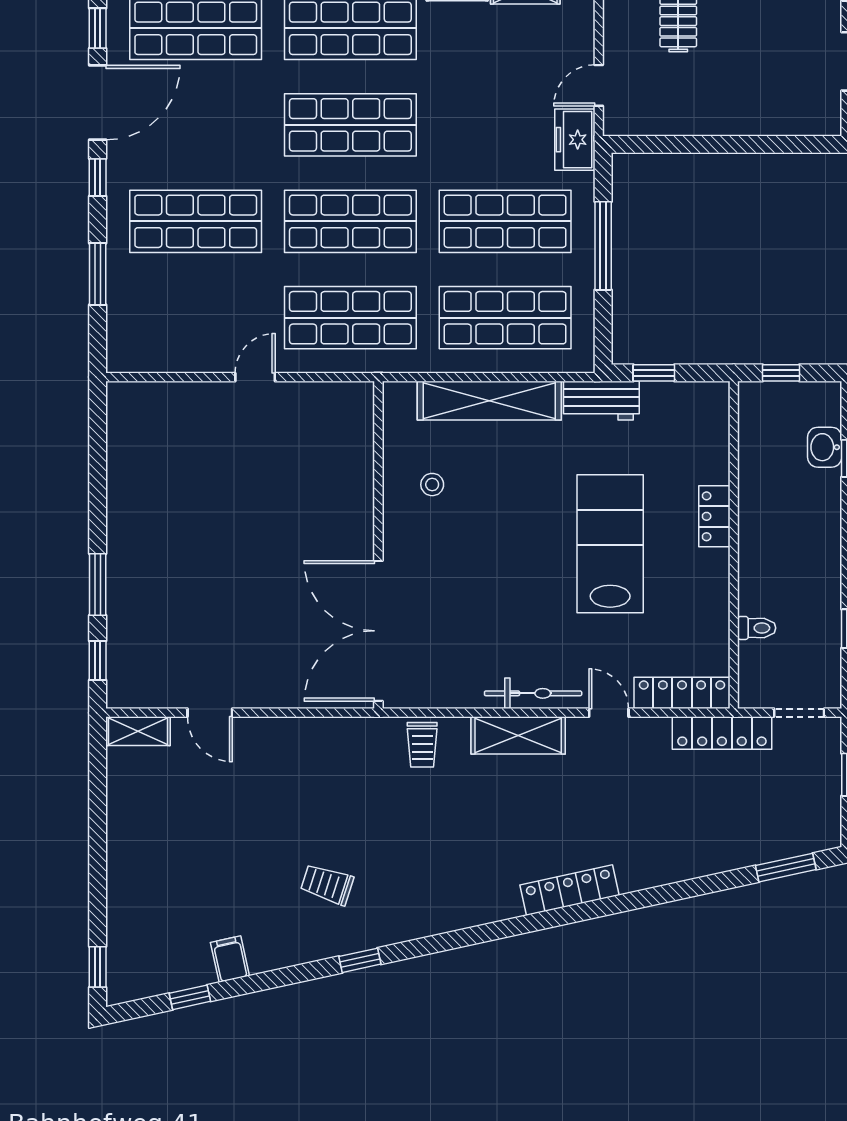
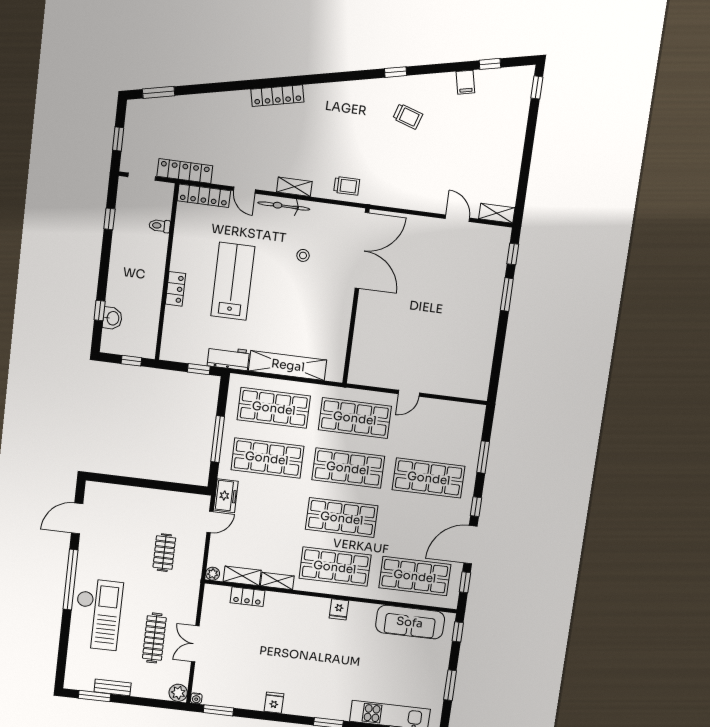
stool: (432, 485) -> (303, 255), moved
lab bench: (610, 544) -> (233, 281), turned 180
shelving: (518, 735) -> (294, 187), width x0.67, depth x0.75
trolley: (422, 745) -> (347, 186), turned 90

